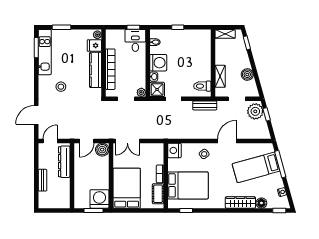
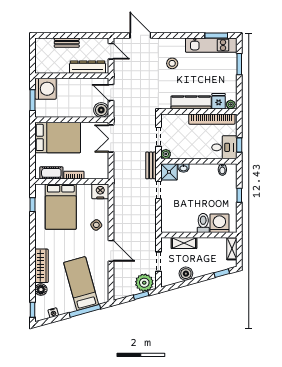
washing machine: (158, 63) -> (219, 223), moved, turned 180
bookcase: (110, 69) -> (212, 119), moved
toilet: (202, 86) -> (203, 223), moved
bench: (205, 105) -> (151, 165), moved
washing machine: (99, 199) -> (46, 89), moved

